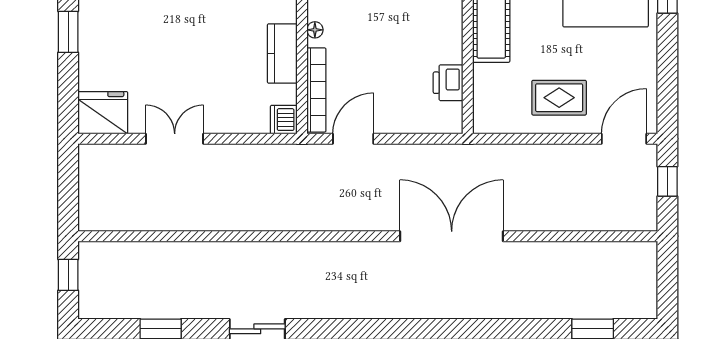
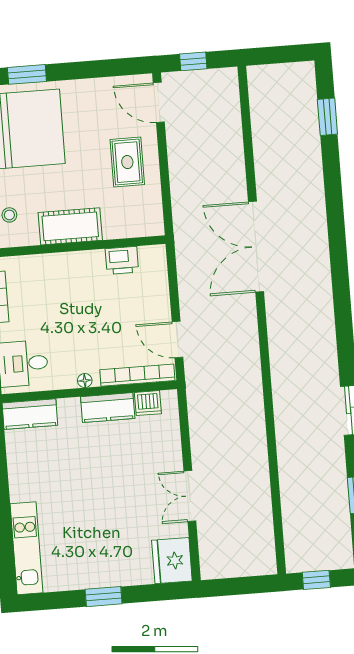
dishwasher: (284, 120) -> (148, 403), moved

